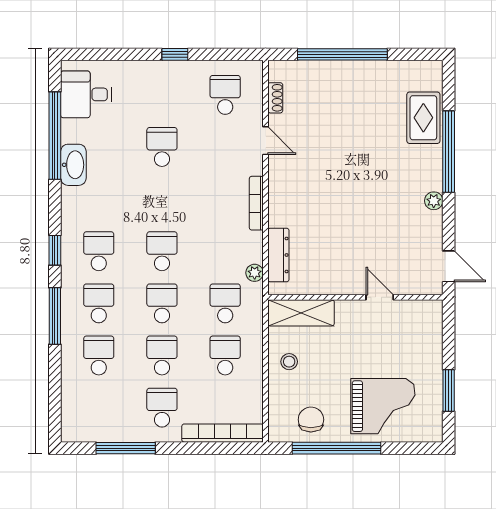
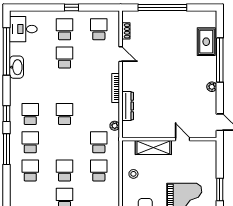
dresser: (278, 255) -> (128, 106), moved
school desk: (162, 303) -> (65, 29), moved
shelving: (301, 313) -> (153, 147), moved

